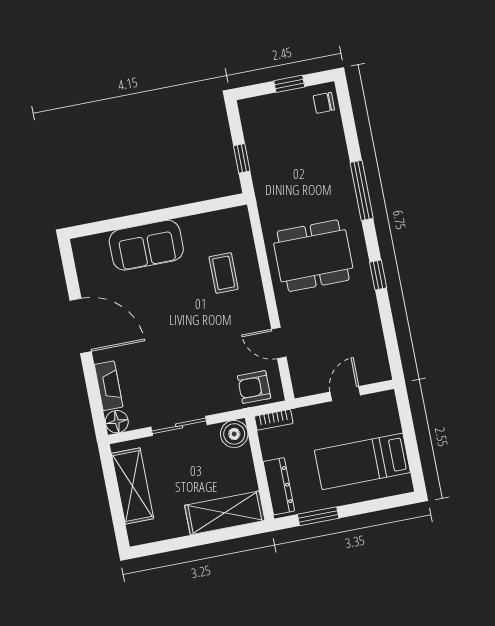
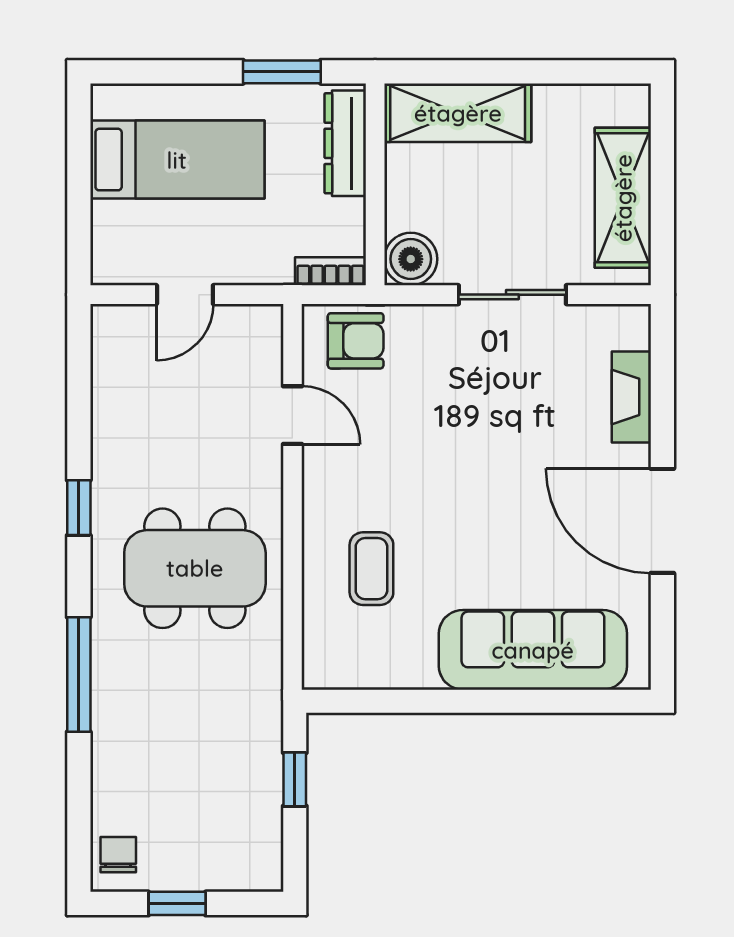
chair: (324, 103) -> (118, 855), turned -90
sofa: (146, 245) -> (533, 650), width x1.36
floor lamp: (117, 422) -> (629, 326), removed

